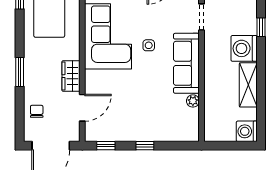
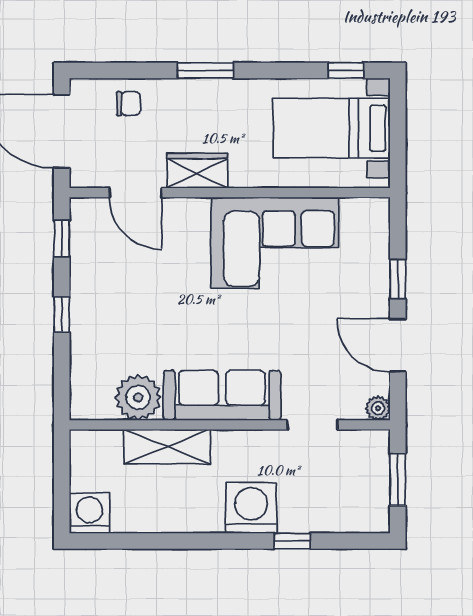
side table: (149, 45) -> (257, 322), removed
shelving: (248, 85) -> (167, 447), moved
plant: (193, 101) -> (138, 397), width x1.88, depth x1.88

